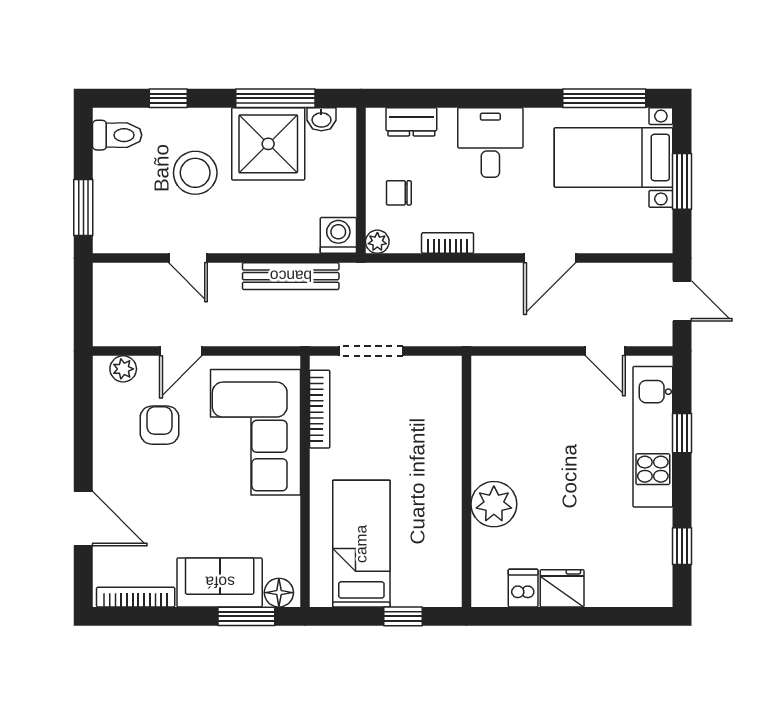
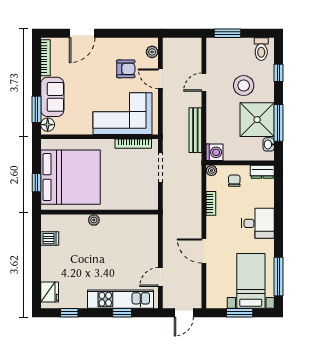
dresser: (411, 122) -> (262, 172), moved, turned -90
plant: (494, 504) -> (94, 220), width x0.53, depth x0.53
bed: (361, 544) -> (71, 177), width x2.04
fridge: (562, 588) -> (50, 292), moved

